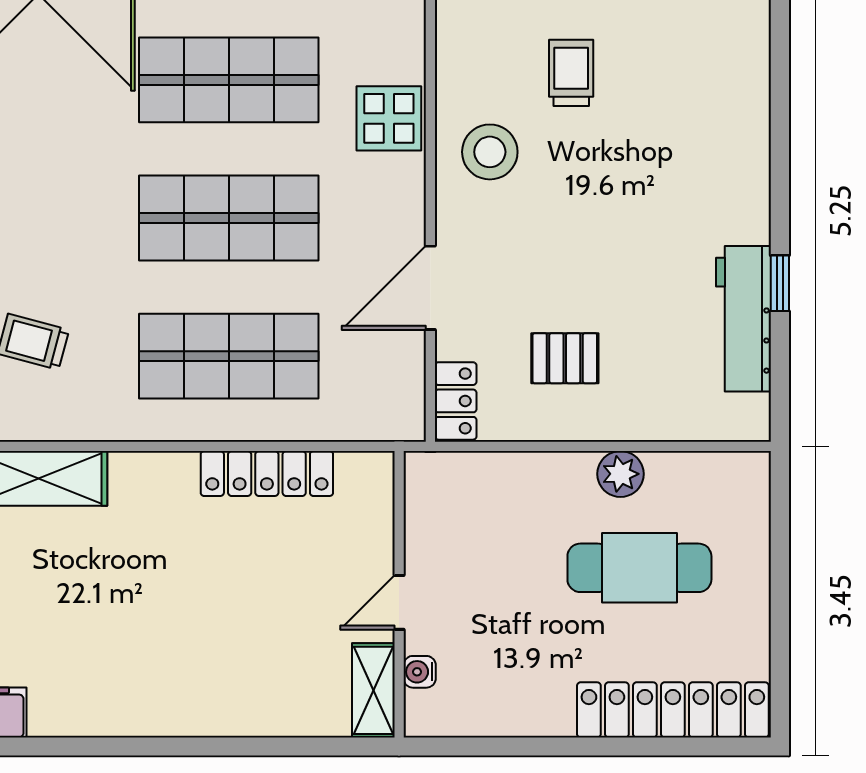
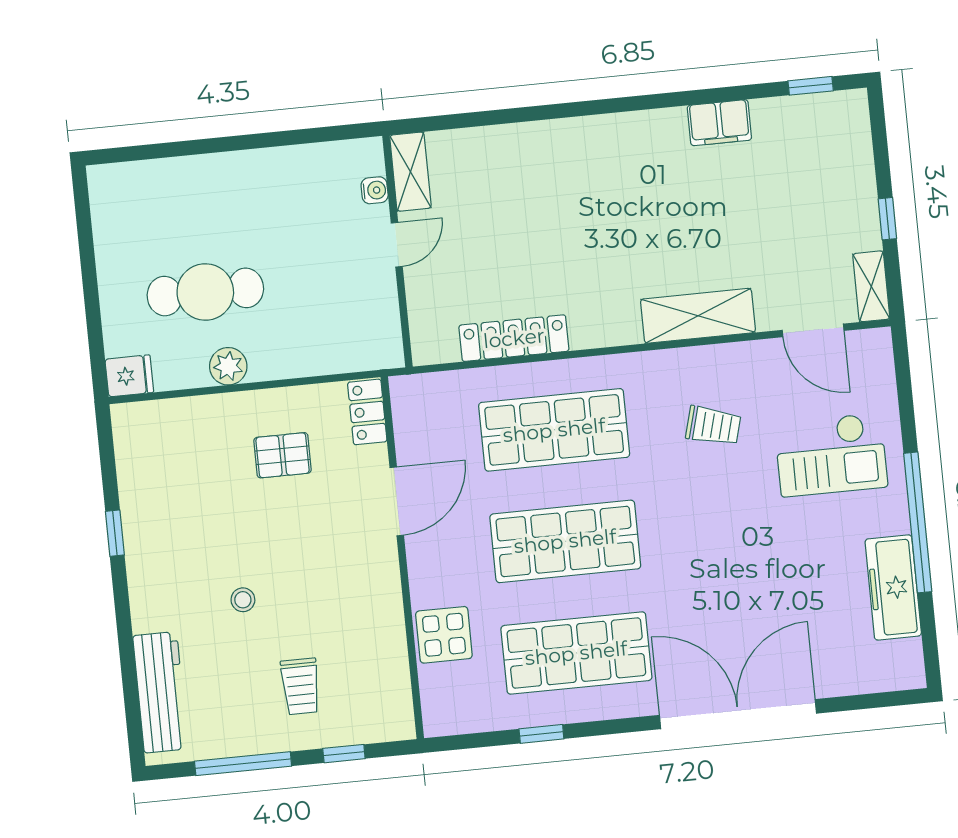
stool: (490, 152) -> (243, 600), moved, width x0.53, depth x0.53
workbench: (743, 319) -> (160, 692), moved
fridge: (743, 474) -> (129, 376), added
locker: (673, 710) -> (167, 180), removed

